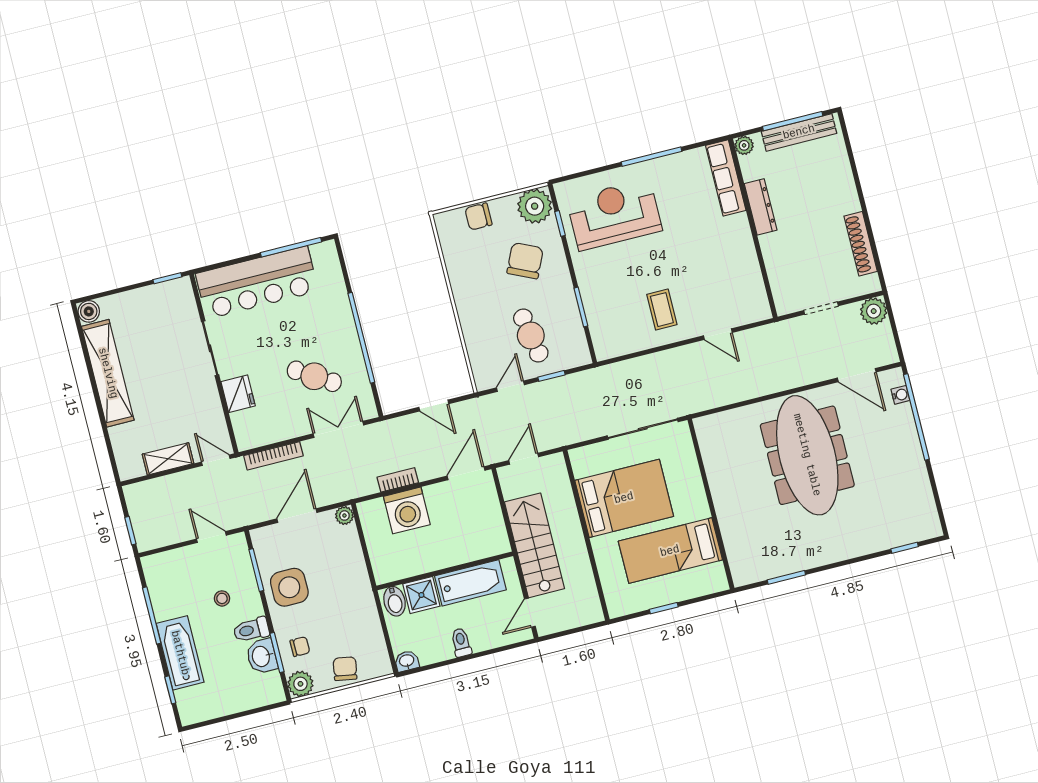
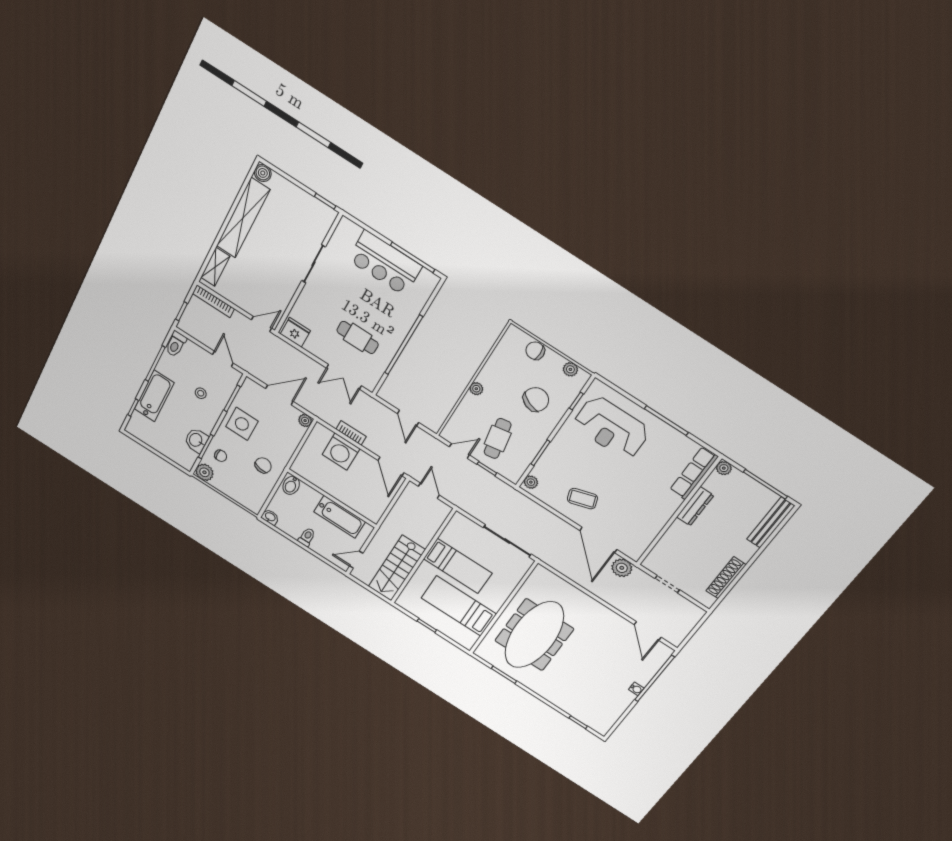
bench: (799, 132) -> (771, 523), moved, turned 90
plant: (535, 206) -> (570, 369), width x0.53, depth x0.53
reception desk: (614, 215) -> (611, 428), turned 180
bar counter: (257, 282) -> (385, 263), width x0.73
plant: (465, 308) -> (476, 389), added
coffee table: (662, 310) -> (582, 499), turned 72
plant: (874, 311) -> (622, 568), moved
door: (718, 334) -> (598, 540), width x1.87
plant: (602, 345) -> (531, 482), added
cafe table: (314, 376) -> (358, 337), turned -32
fridge: (238, 394) -> (295, 332), moved, turned -90
water cooler: (900, 395) -> (636, 689), moved
double door: (338, 429) -> (344, 377), swing flipped
meeting table: (807, 455) -> (534, 635), moved
bookcase: (273, 456) -> (213, 301), moved
shelving: (168, 459) -> (215, 267), moved, turned 90
door: (524, 459) -> (429, 491), hinge flipped
door: (216, 460) -> (261, 324), hinge flipped
door: (466, 473) -> (391, 466), swing flipped
bed: (624, 498) -> (458, 566), width x0.67
stairs: (534, 545) -> (397, 568), moved, turned 180
shower: (421, 595) -> (308, 497), removed
toilet: (251, 630) -> (176, 344), moved, turned -90
chair: (345, 669) -> (263, 465), moved

